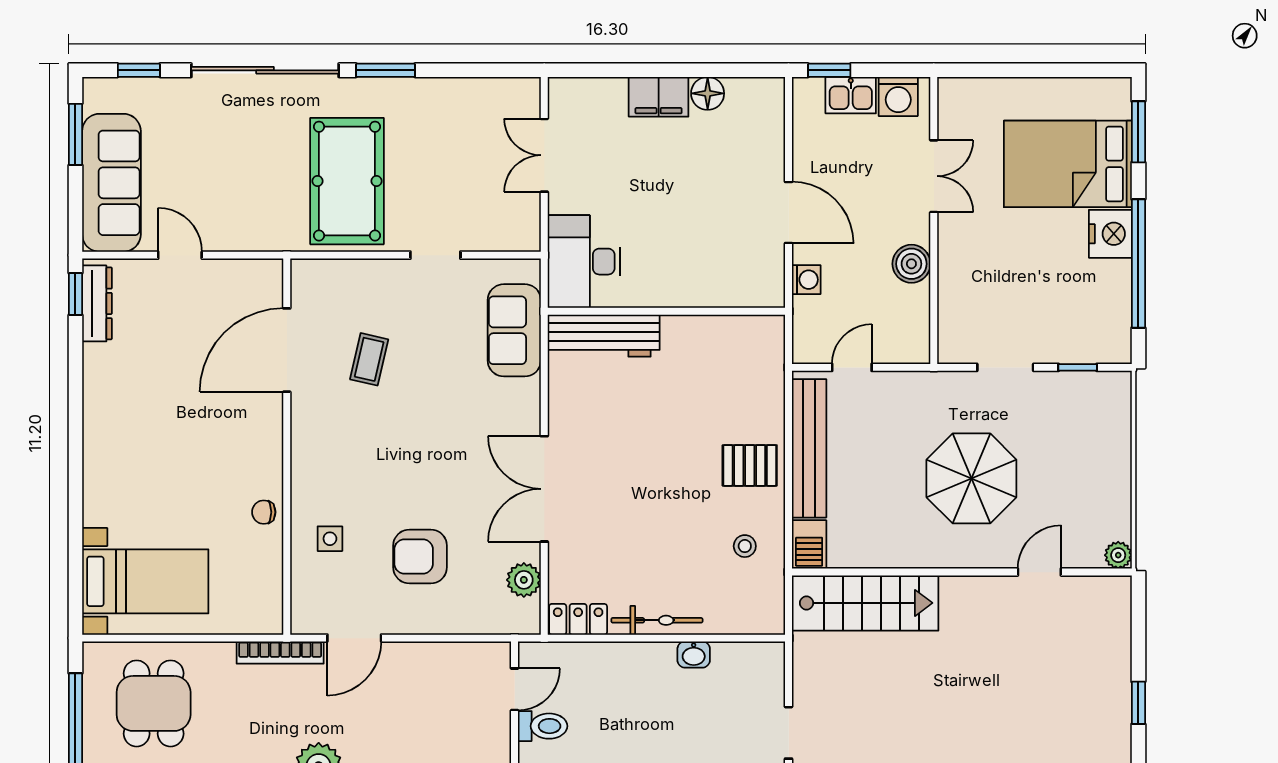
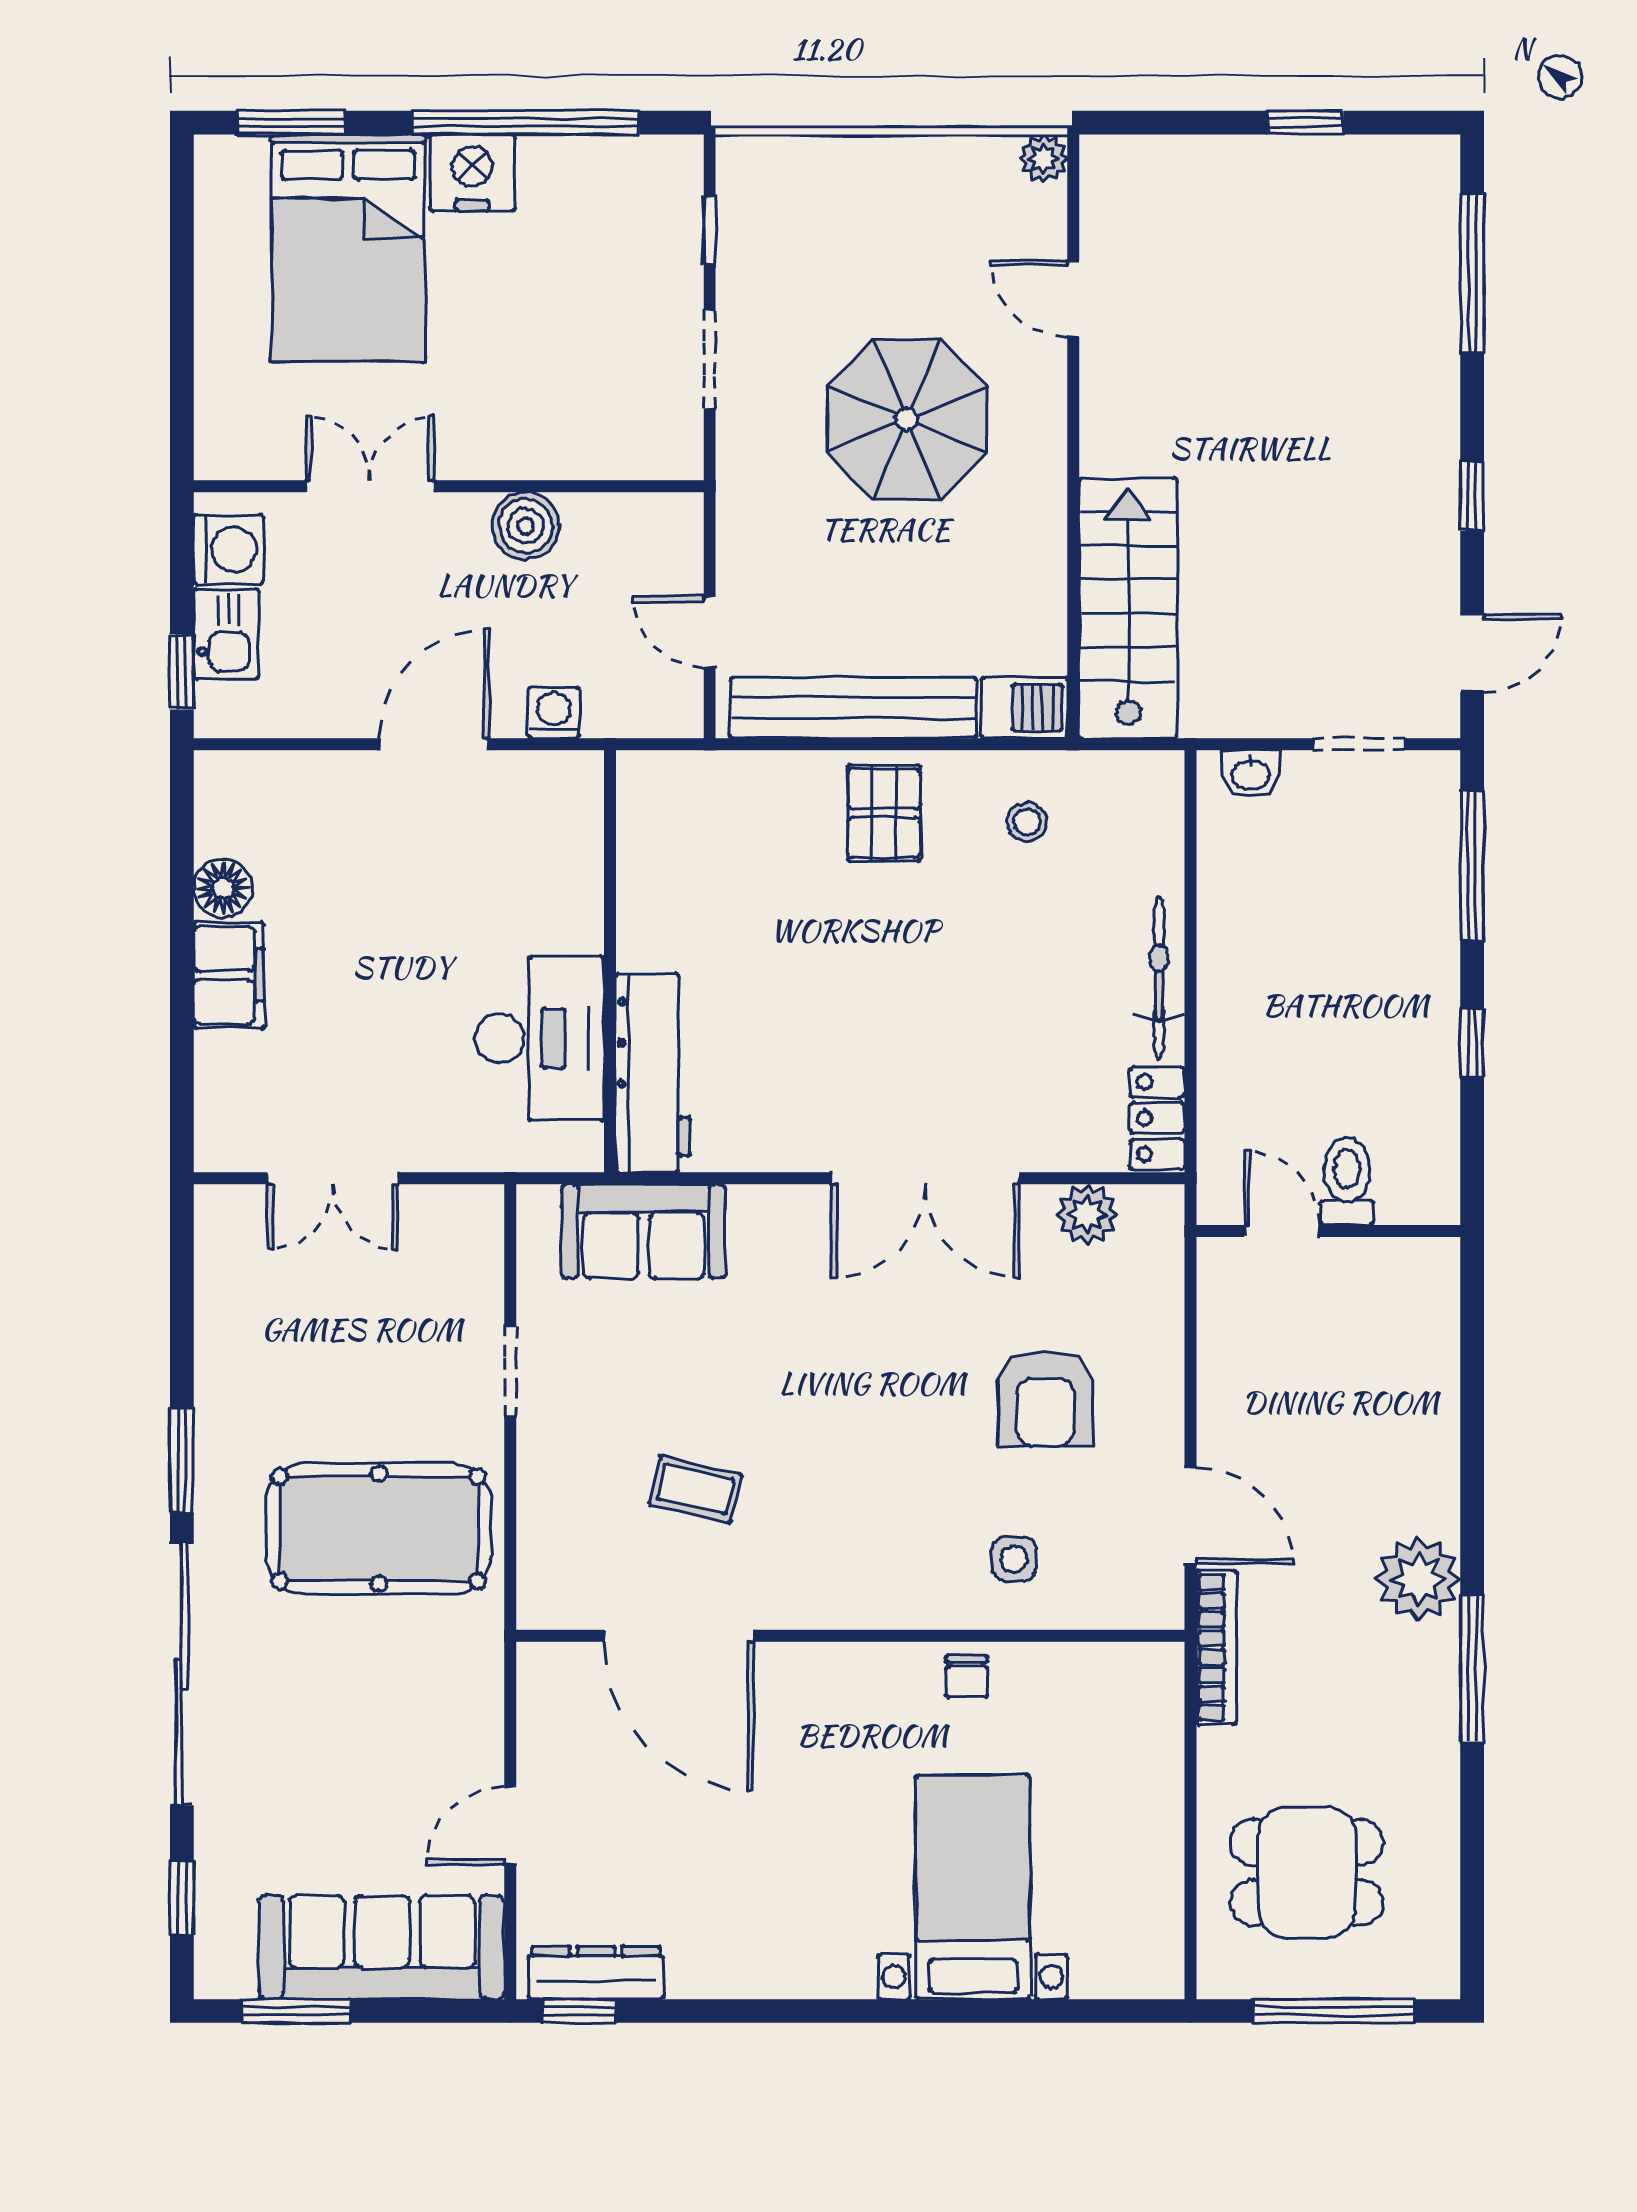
desk: (584, 262) -> (539, 1038), moved, turned -90
bed with nightstands: (145, 581) -> (973, 1887), moved
washbasin: (694, 655) -> (1251, 774), moved, turned 90

